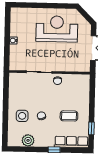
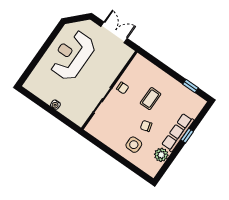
coffee table: (69, 116) -> (151, 99), moved
row of seats: (71, 142) -> (178, 132), moved

